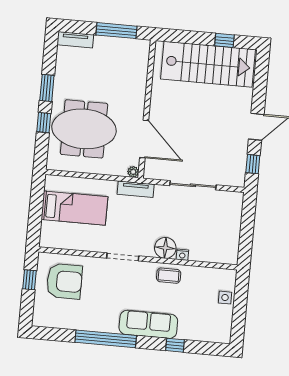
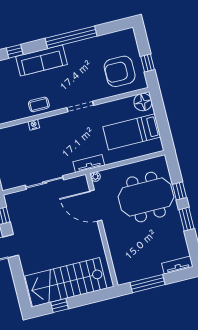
floor lamp: (165, 248) -> (143, 102), moved

